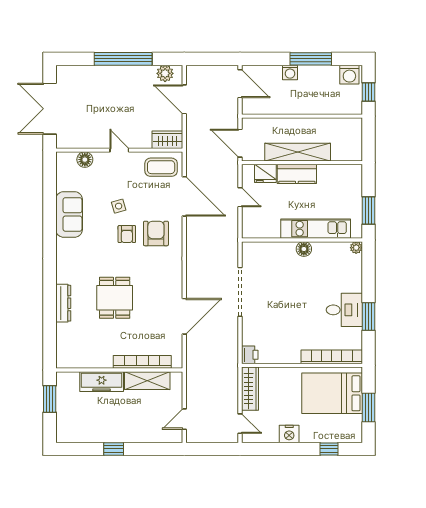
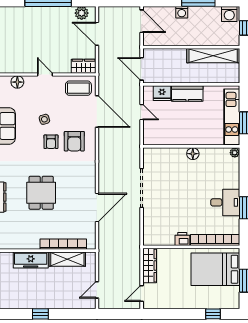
shelving: (298, 152) -> (213, 56), moved
kitchen unit: (316, 229) -> (232, 117), moved, turned -90
armchair: (156, 233) -> (74, 141), turned 180
printer: (250, 355) -> (182, 239), moved, turned -90
door: (240, 424) -> (142, 294), swing flipped
nightstand: (289, 434) -> (181, 302), removed

